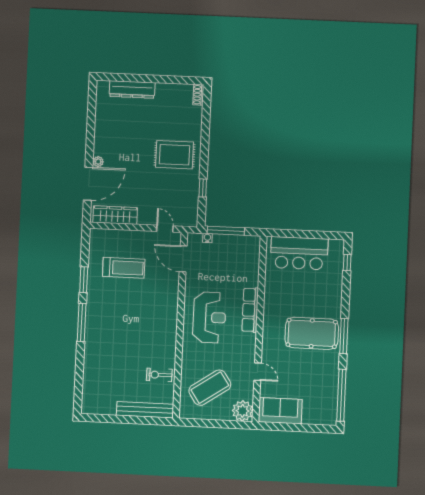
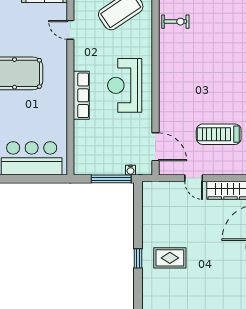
rug: (175, 155) -> (170, 258), width x0.73, depth x0.70
window: (203, 188) -> (138, 258), moved
door: (165, 229) -> (194, 178), moved

